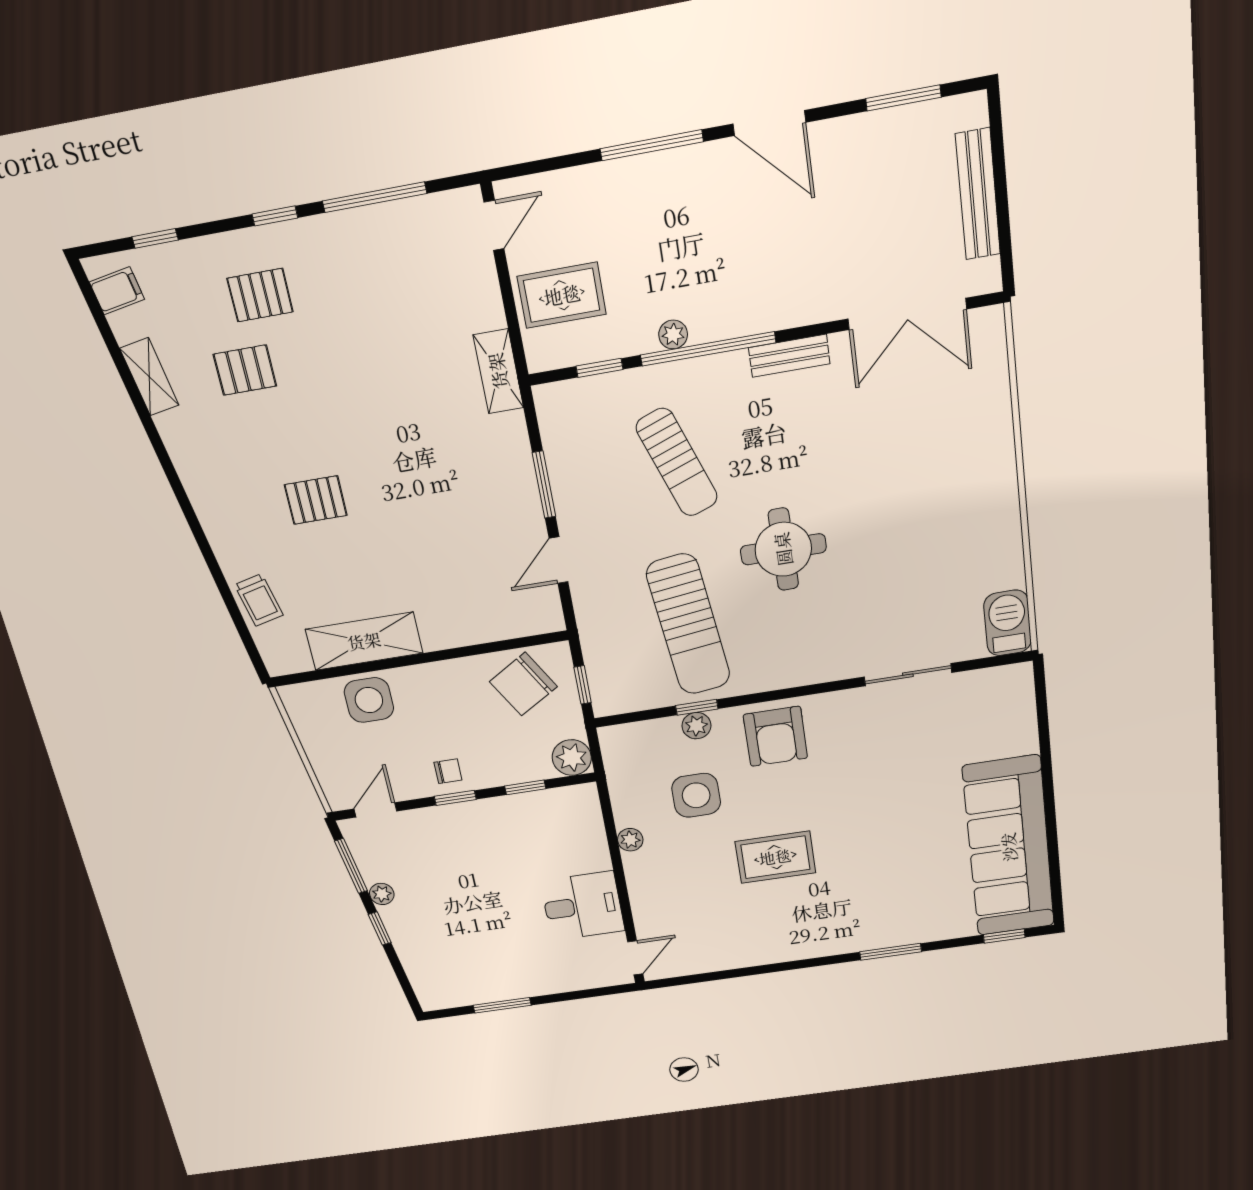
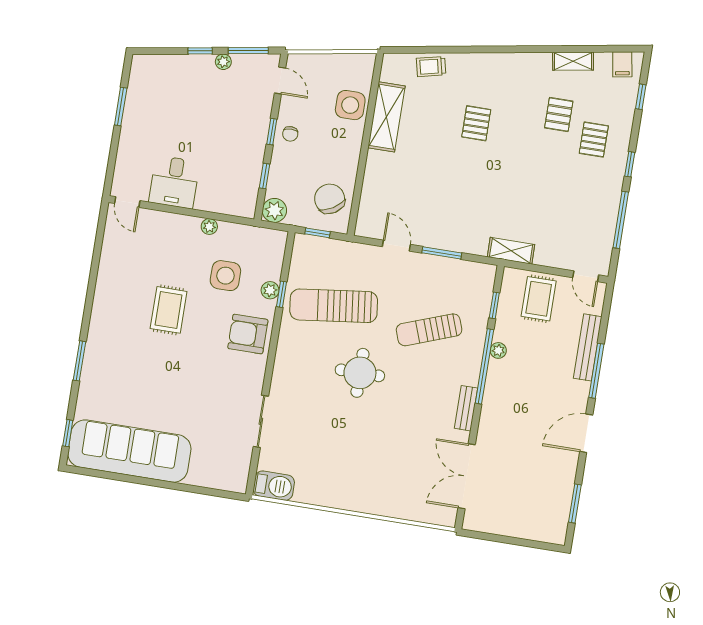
bench: (978, 194) -> (588, 347), moved, turned 90

